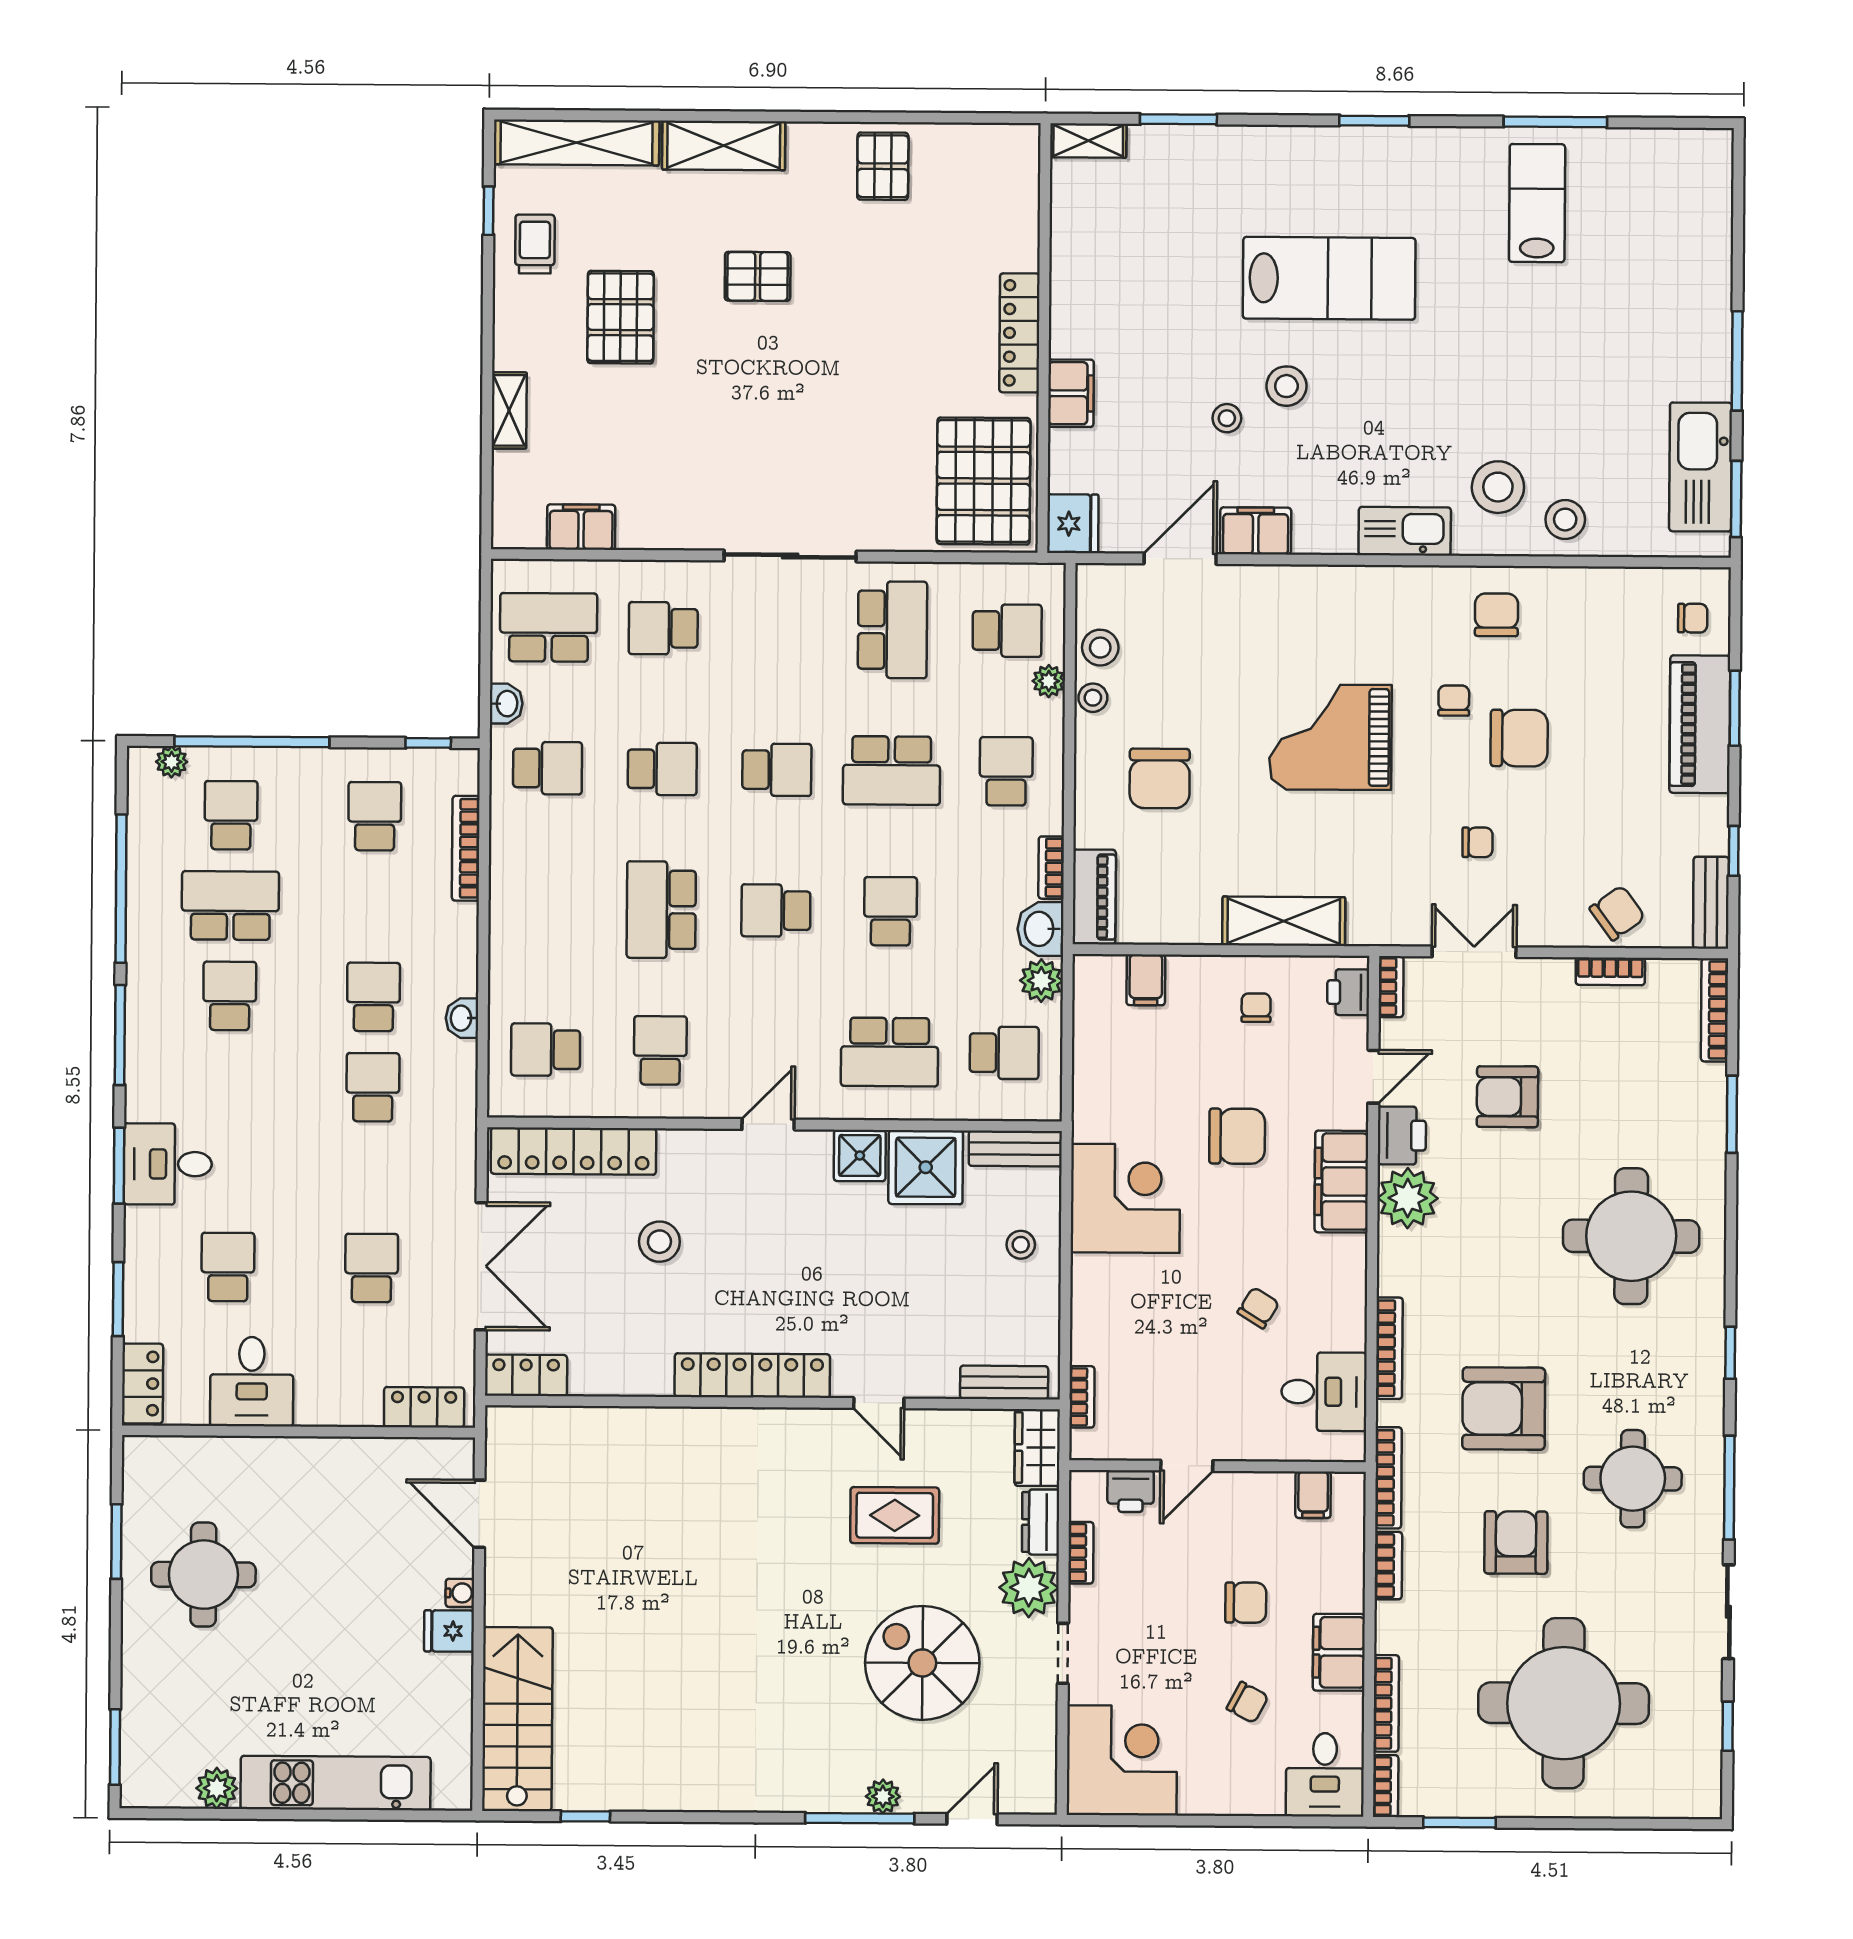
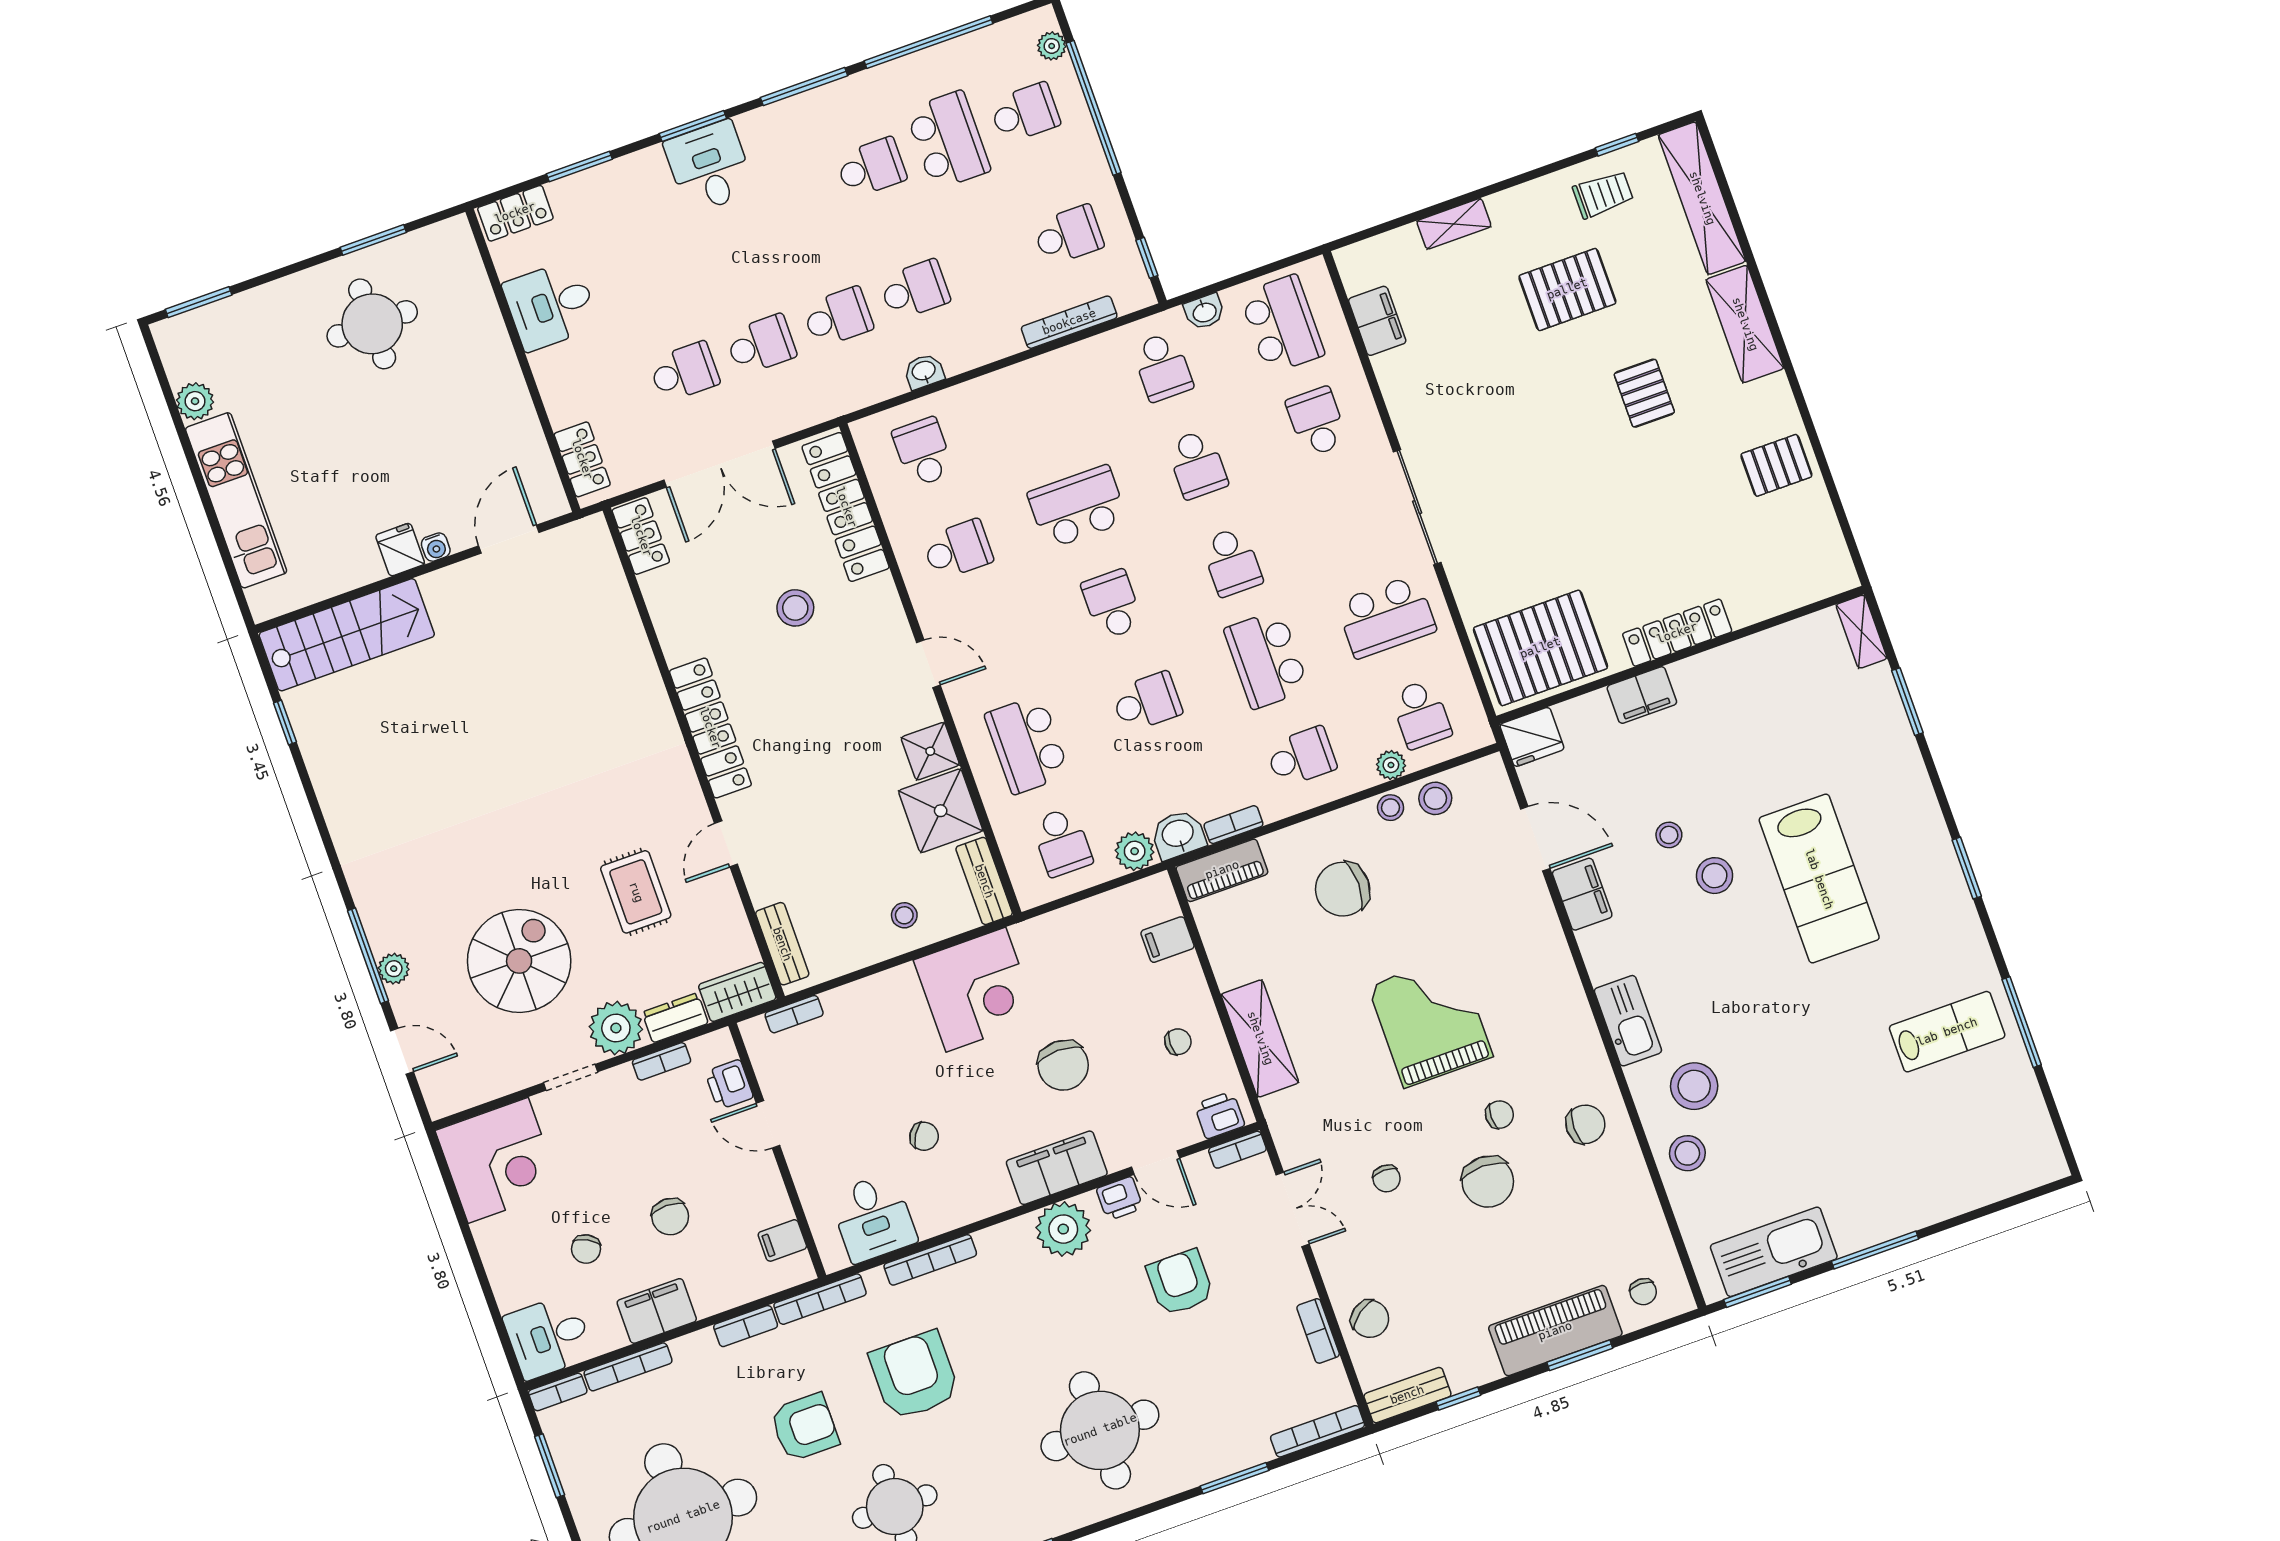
printer: (1402, 1135) -> (1120, 1198), width x0.73, depth x0.81
school desk: (228, 1267) -> (761, 344), moved

